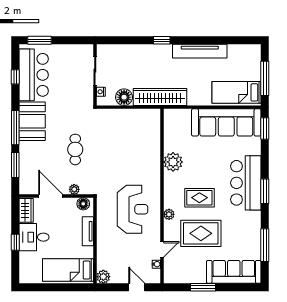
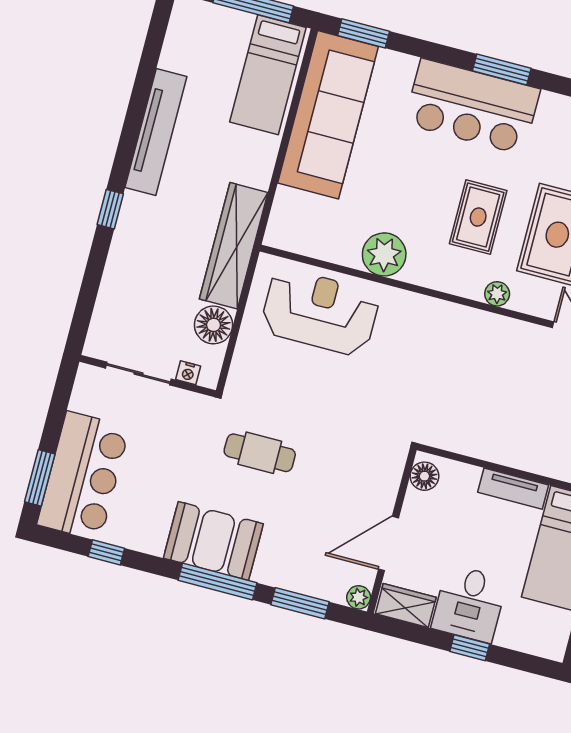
bar counter: (34, 75) -> (83, 476), moved, turned 90
cafe table: (75, 149) -> (260, 453), moved
plant: (74, 189) -> (359, 597), moved
reception desk: (133, 209) -> (320, 312), moved
tv unit: (88, 231) -> (513, 489), moved

